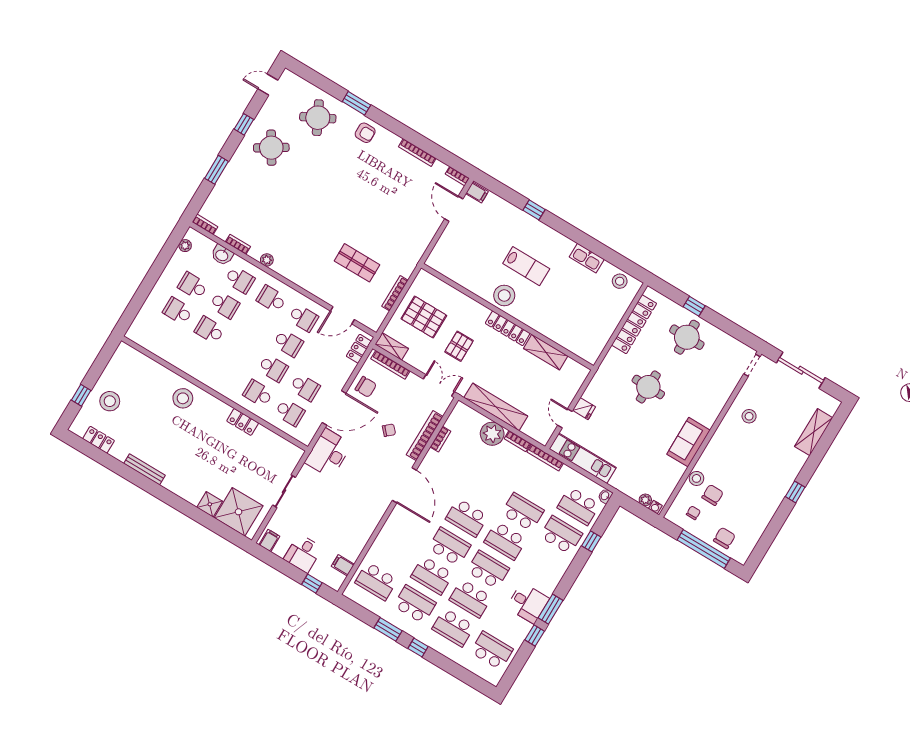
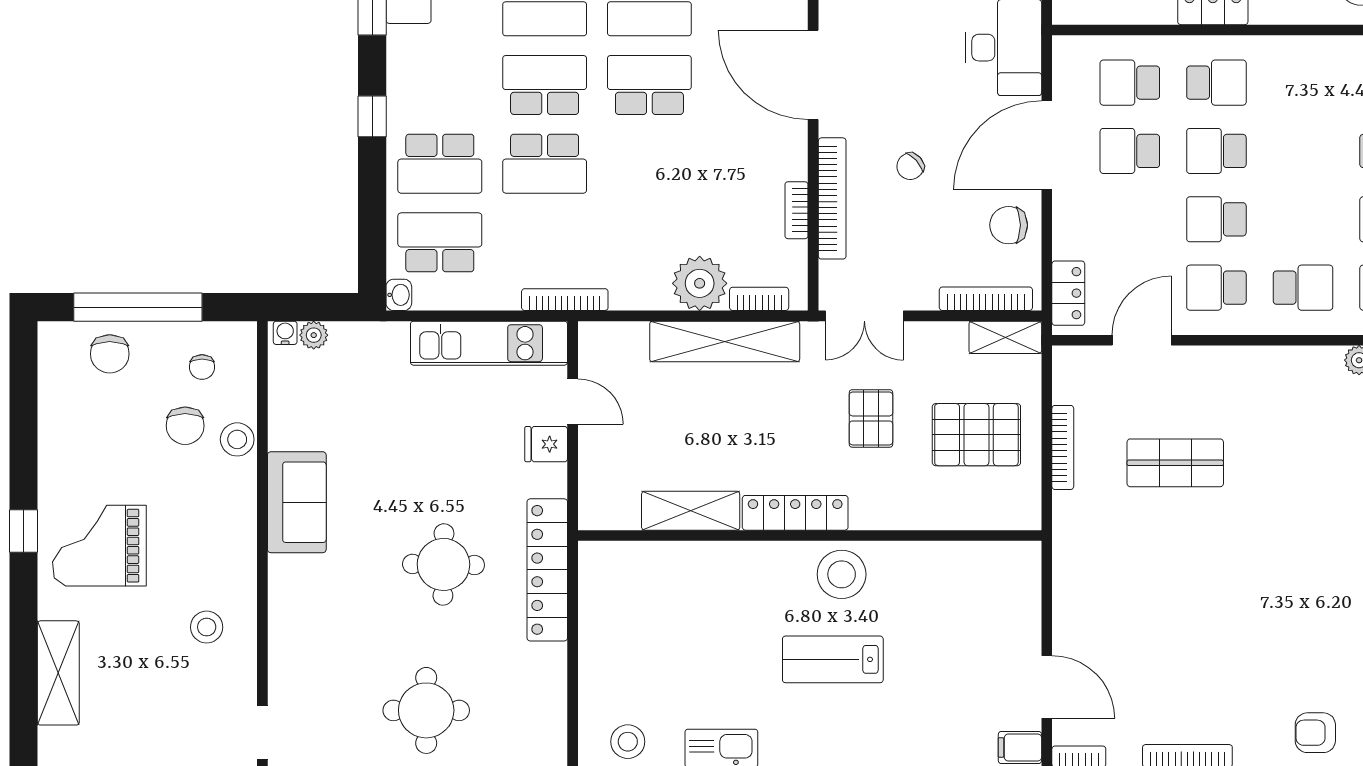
locker: (634, 324) -> (547, 570), moved
bookcase: (517, 441) -> (759, 299), moved
grand piano: (771, 470) -> (99, 546), added
window: (591, 541) -> (372, 116), moved

